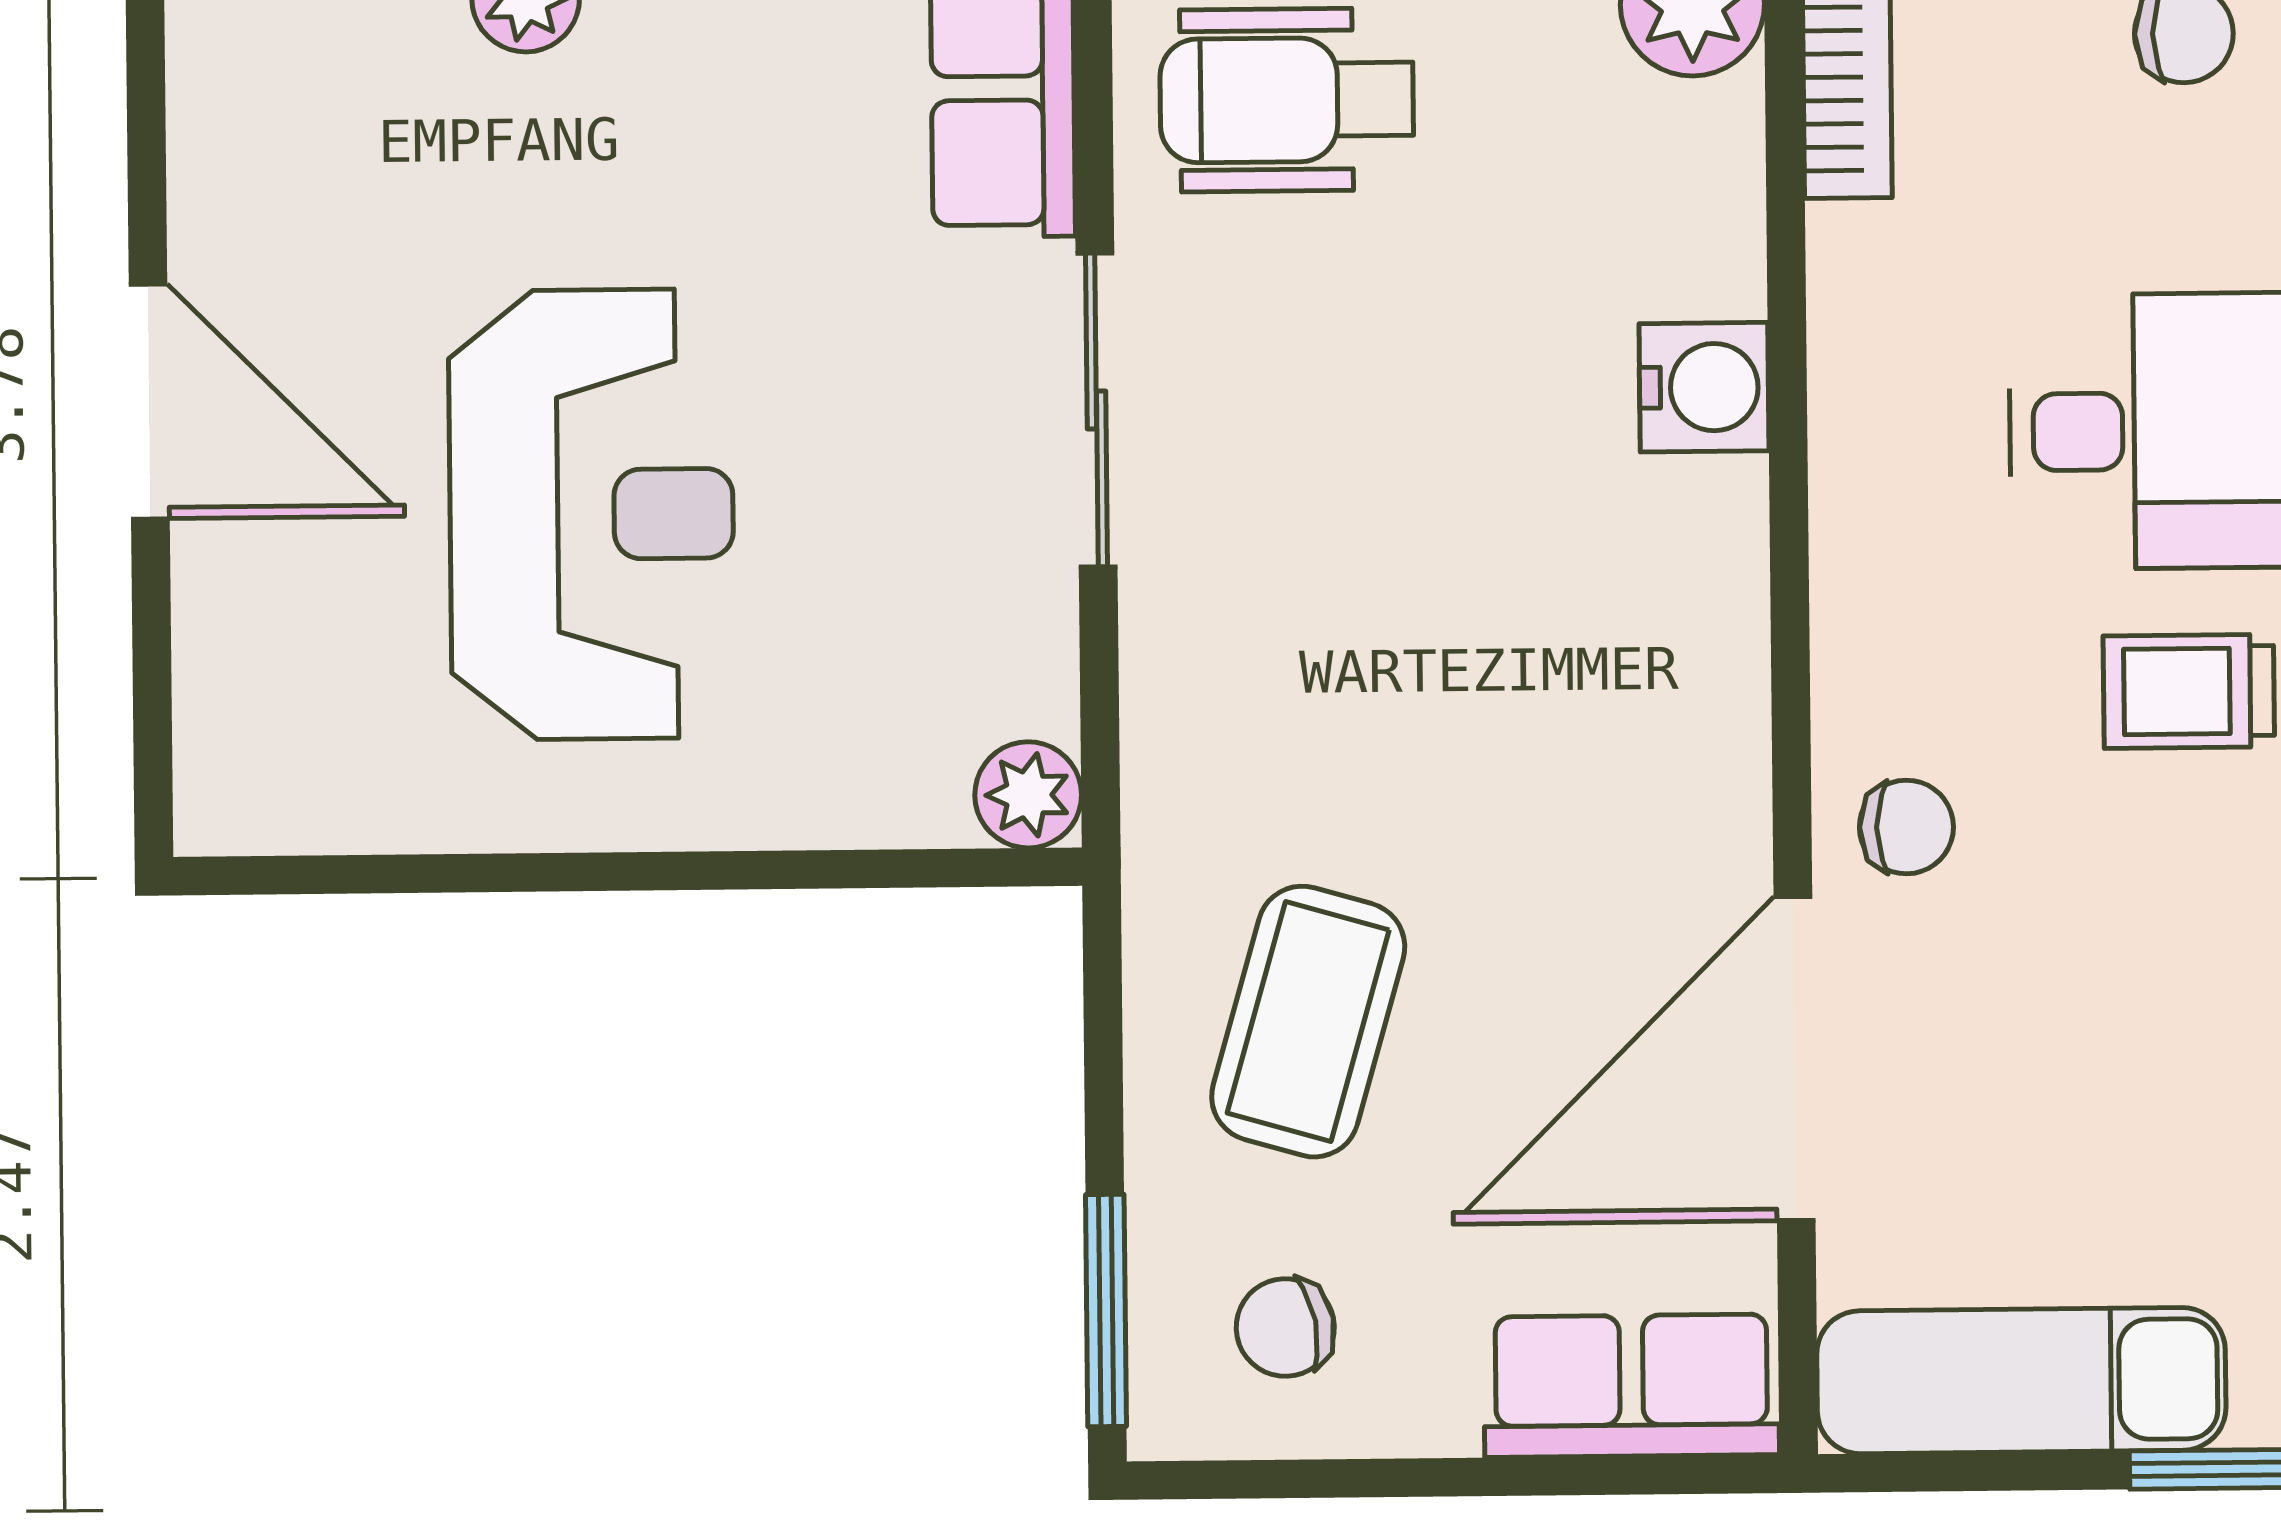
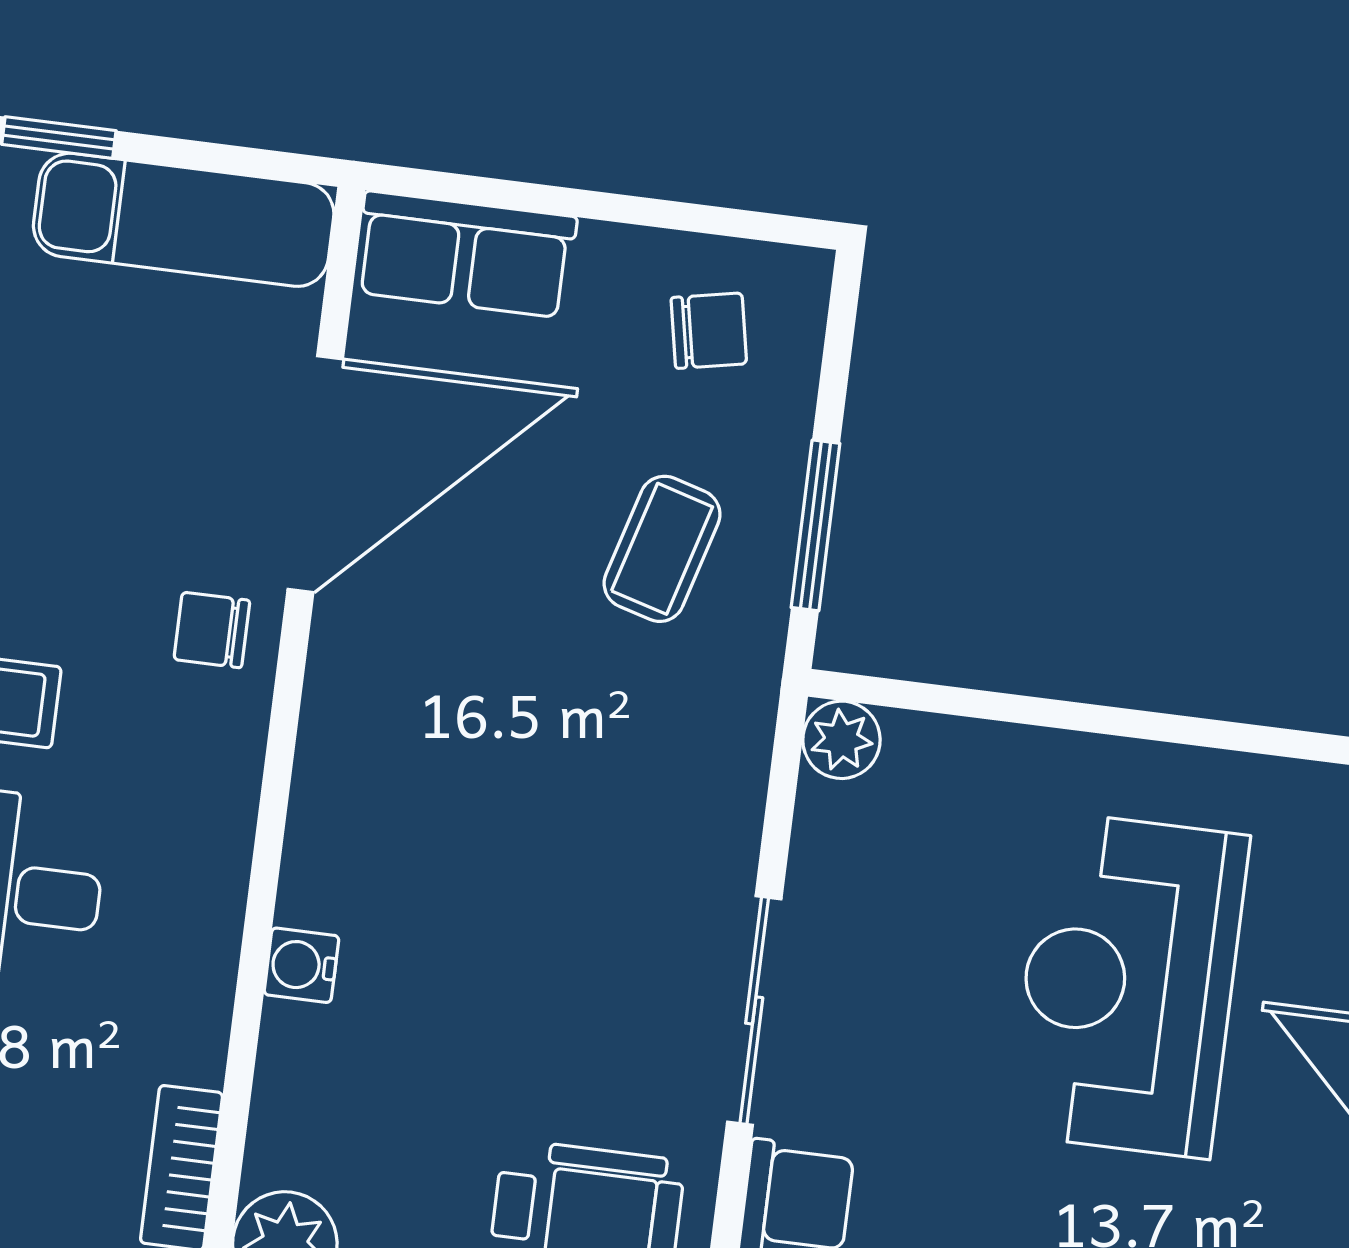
water cooler: (1704, 387) -> (301, 965), width x0.72, depth x0.72
coffee table: (1308, 1022) -> (662, 549), width x0.73, depth x0.77
window: (1106, 1310) -> (815, 525), moved

